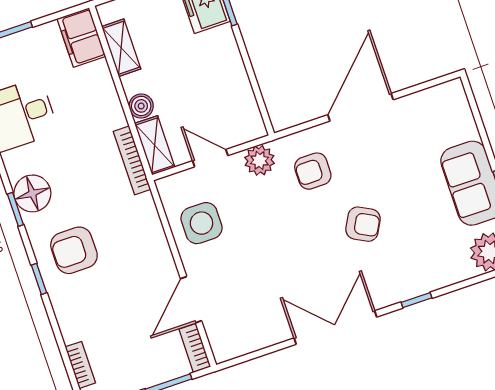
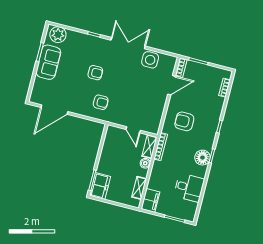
door: (361, 107) -> (54, 110), moved
plant: (260, 160) -> (117, 118), removed
side table: (201, 223) -> (150, 60), moved
armchair: (363, 224) -> (95, 73), turned 152
armchair: (74, 250) -> (184, 121), moved, turned 180
double door: (335, 328) -> (128, 43), swing flipped

